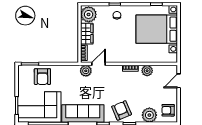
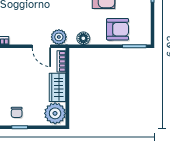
door: (99, 64) -> (41, 46), hinge flipped
floor lamp: (68, 70) -> (83, 38), added
armchair: (42, 77) -> (118, 29), turned 90

